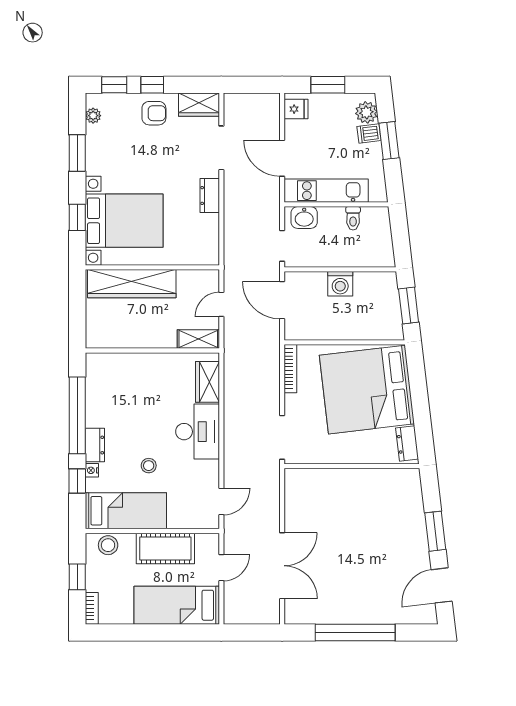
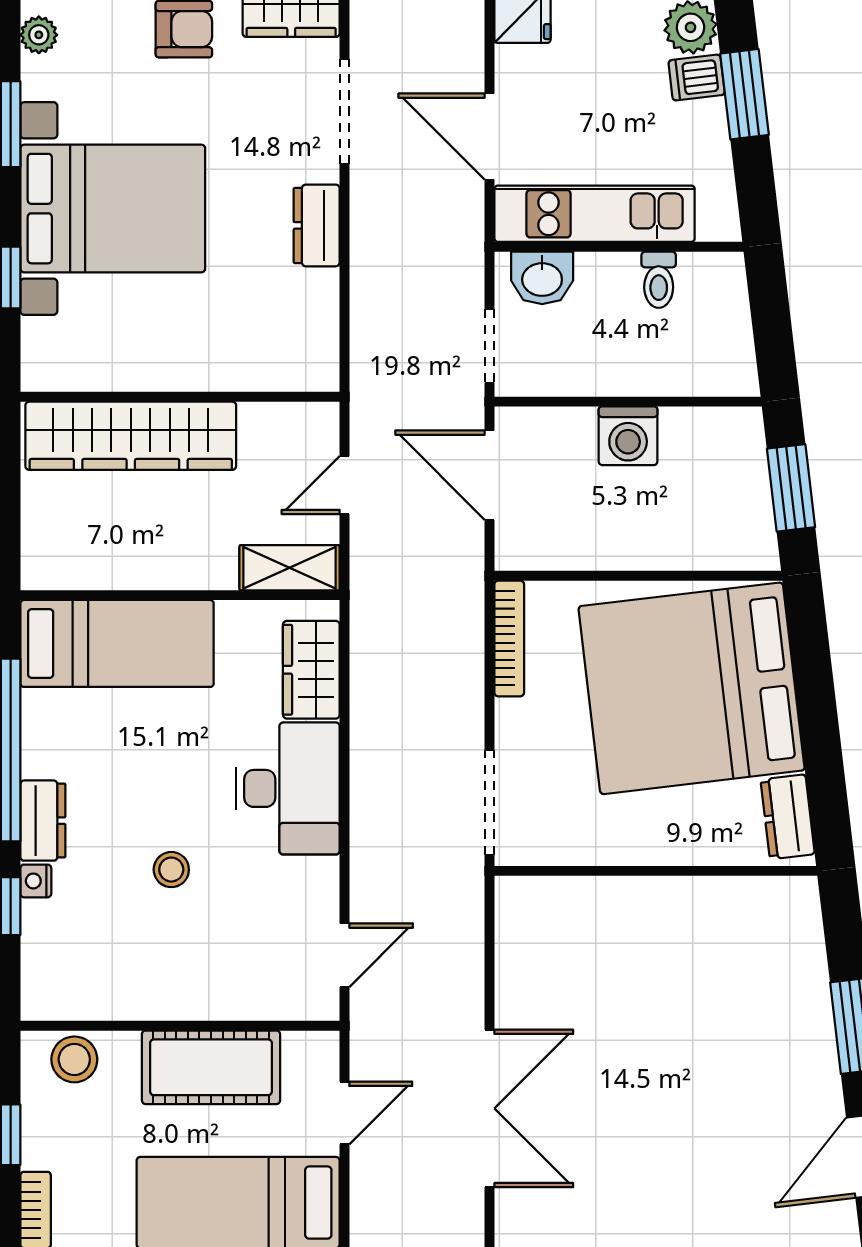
bed with nightstands: (124, 221) -> (113, 209), moved
bed: (126, 511) -> (117, 643), moved

